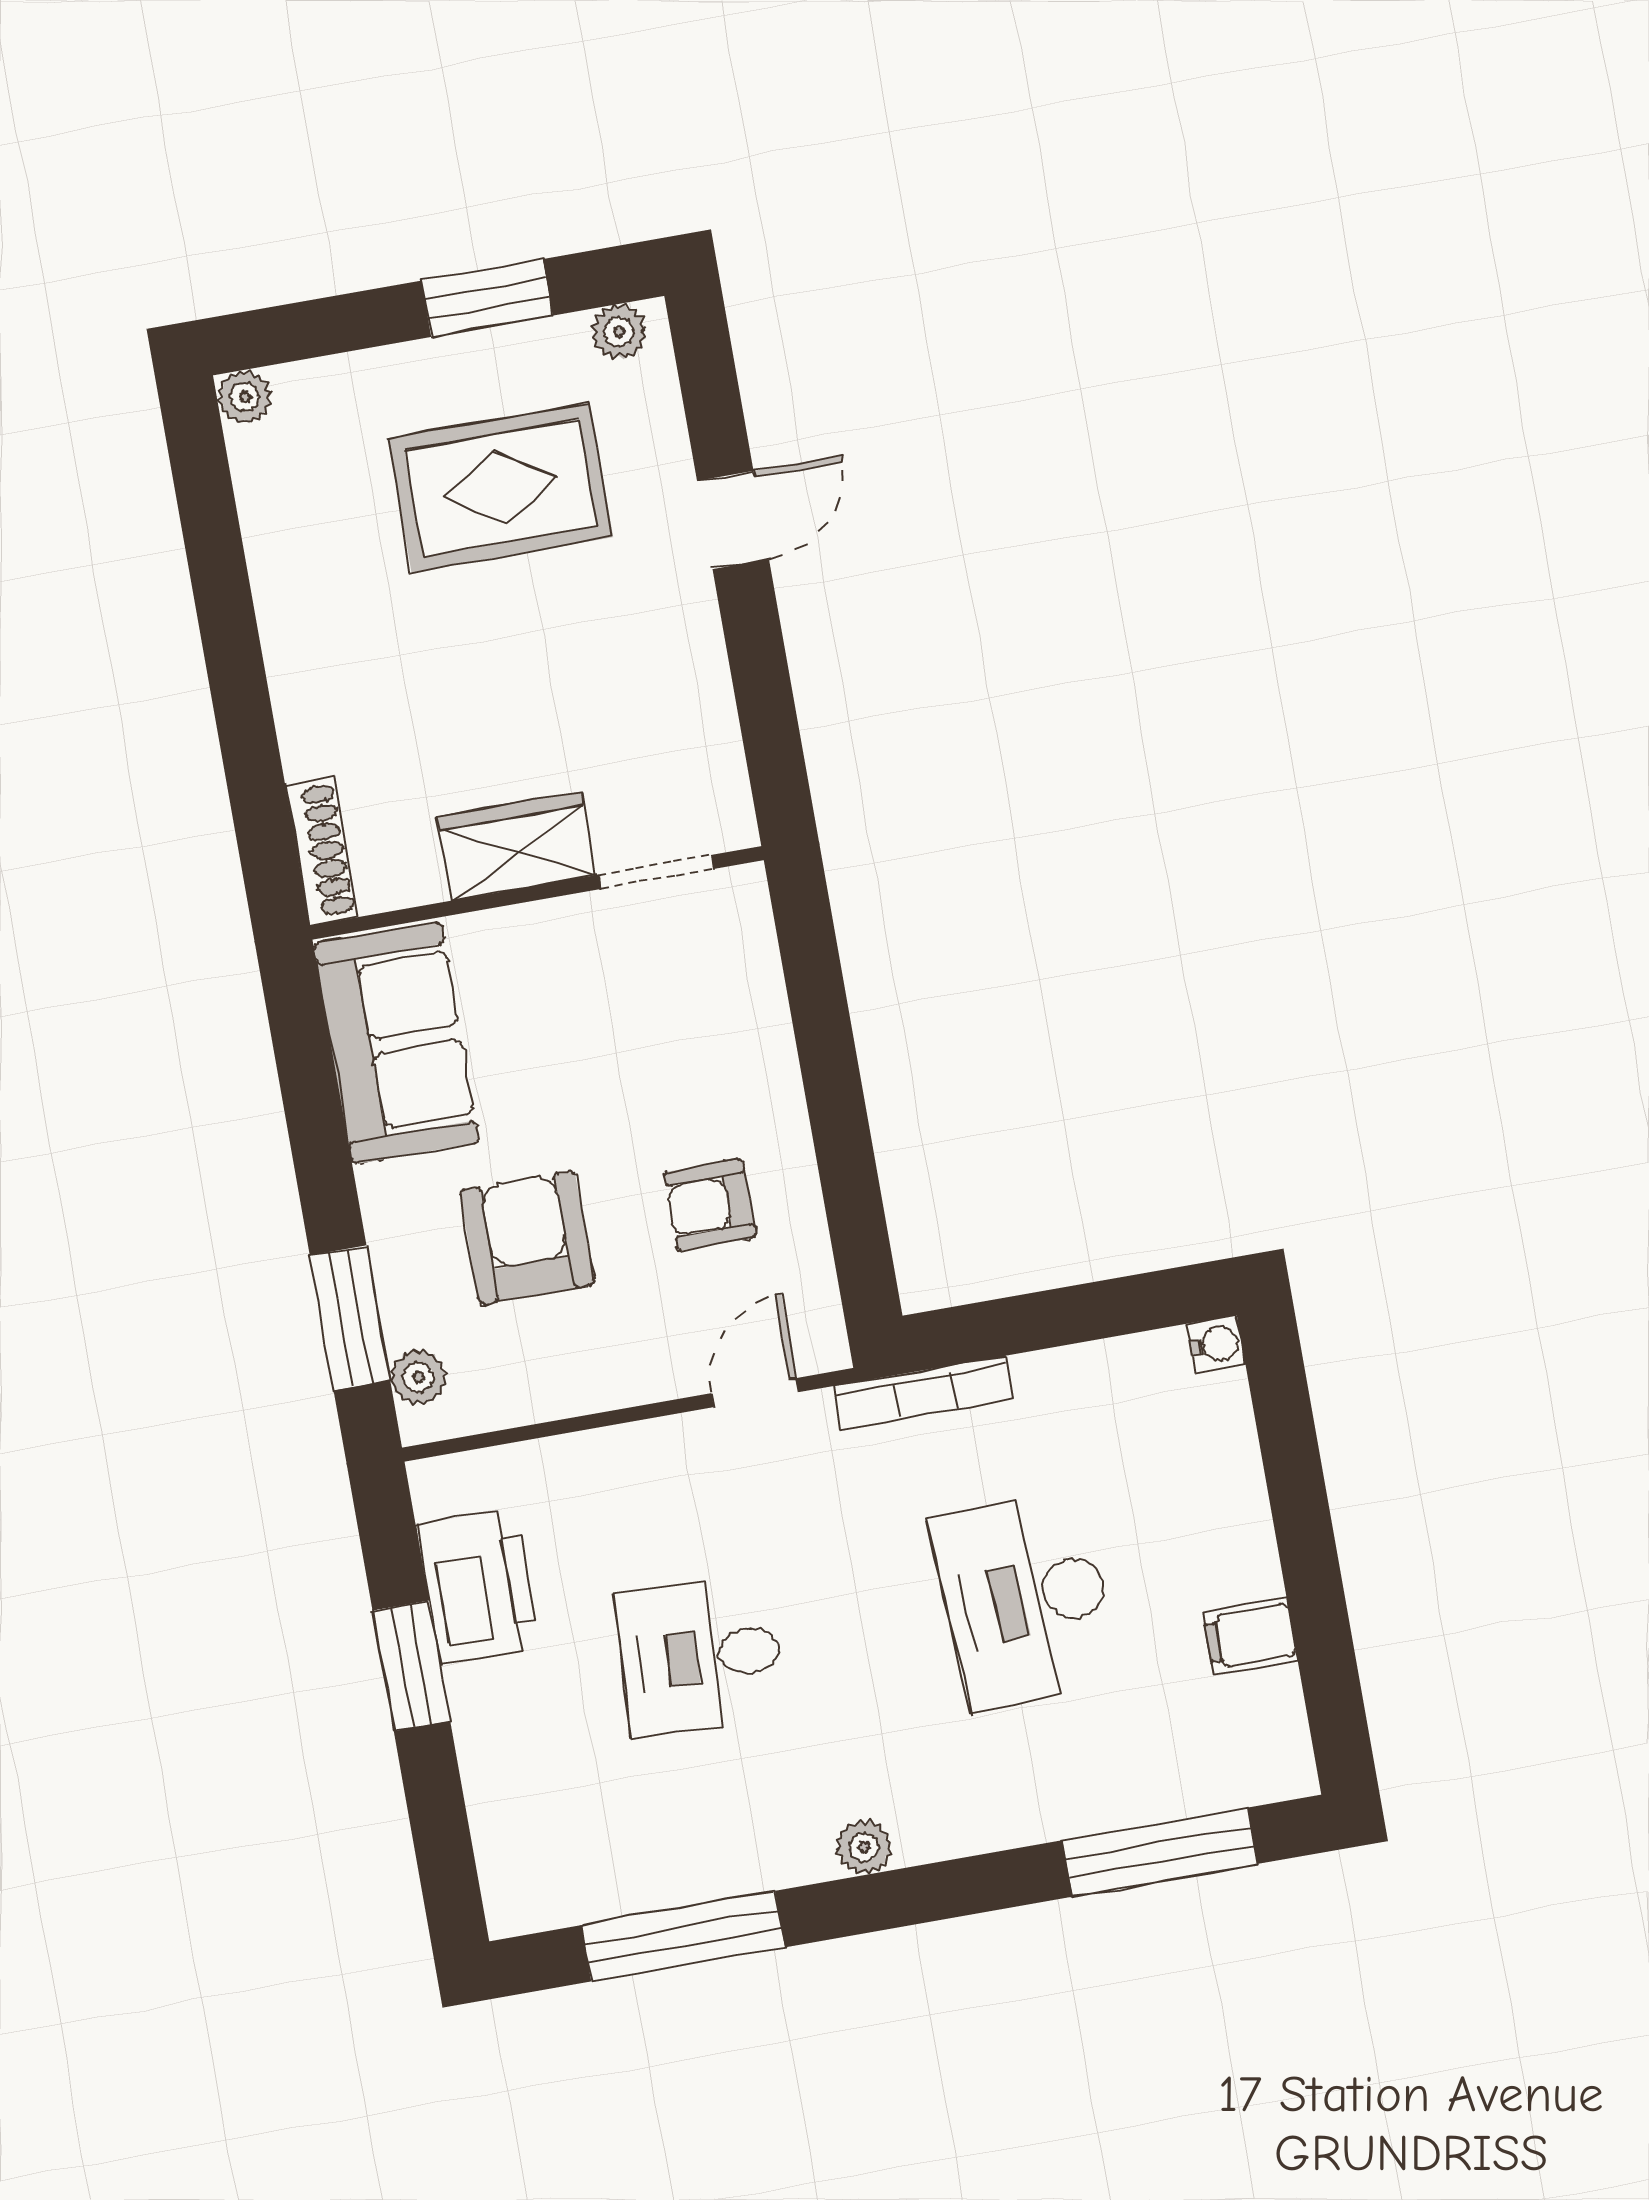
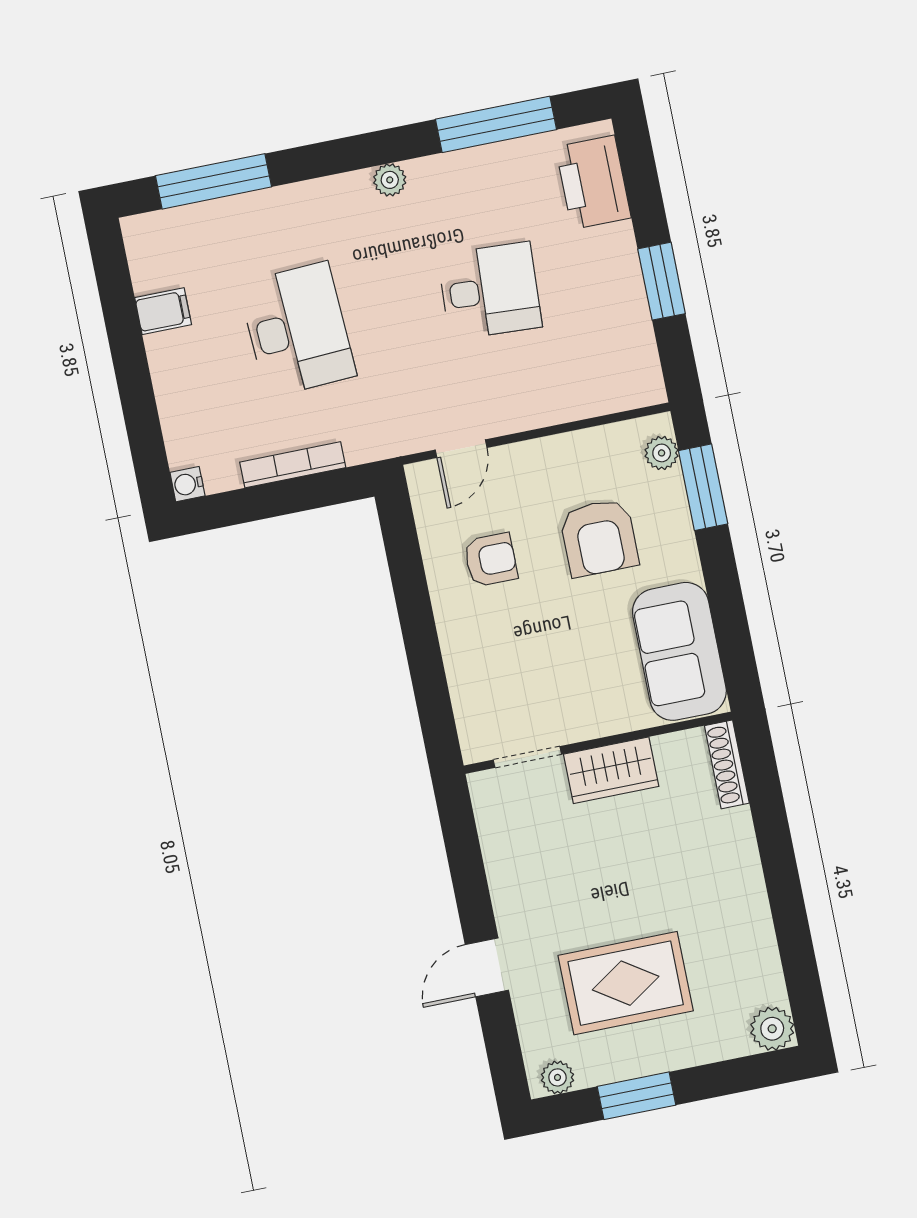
plant: (245, 397) -> (772, 1029), width x1.38, depth x1.38
bookcase: (924, 1393) -> (293, 465), moved
printer: (478, 1586) -> (593, 182), moved

